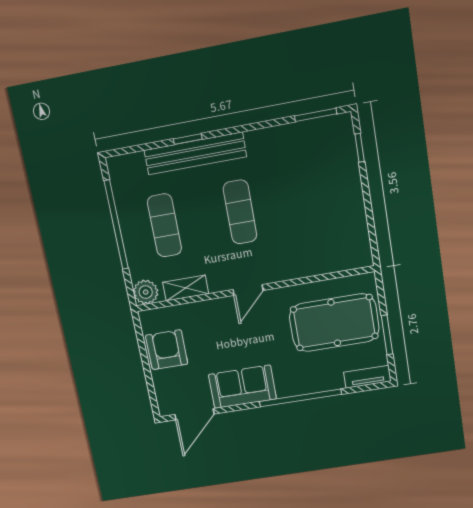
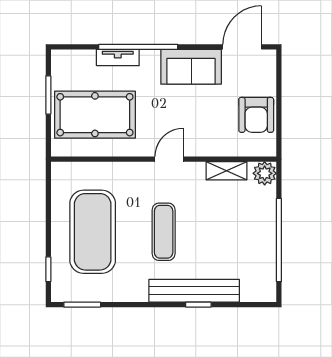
exercise mat: (165, 225) -> (93, 232), moved, width x2.00, depth x1.45
tv unit: (367, 377) -> (118, 57), moved

